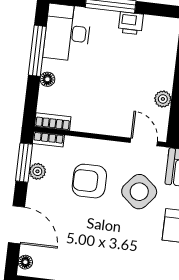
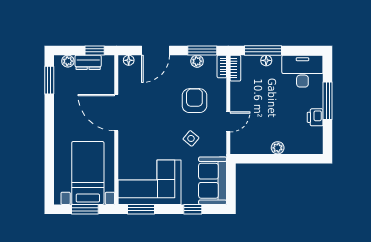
window: (37, 51) -> (263, 50), moved
plant: (163, 99) -> (278, 148), moved
door: (144, 142) -> (228, 122), moved
side table: (139, 192) -> (191, 138), width x0.54, depth x0.54

